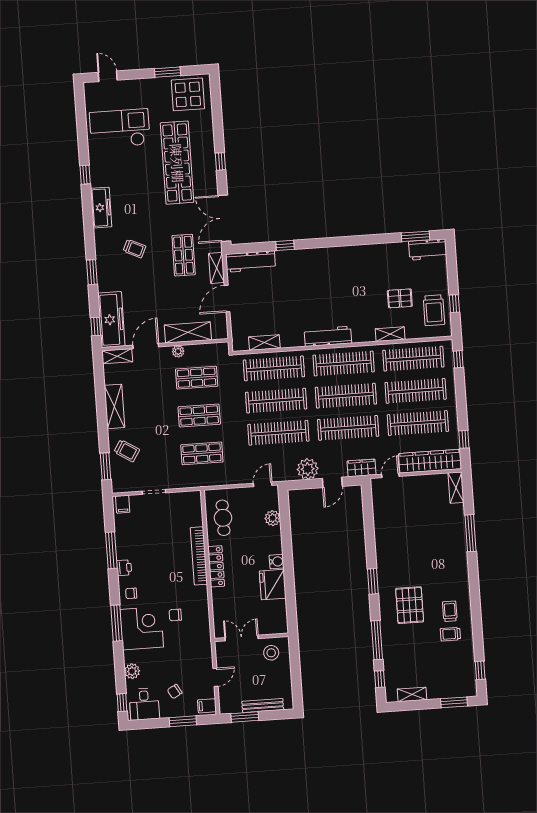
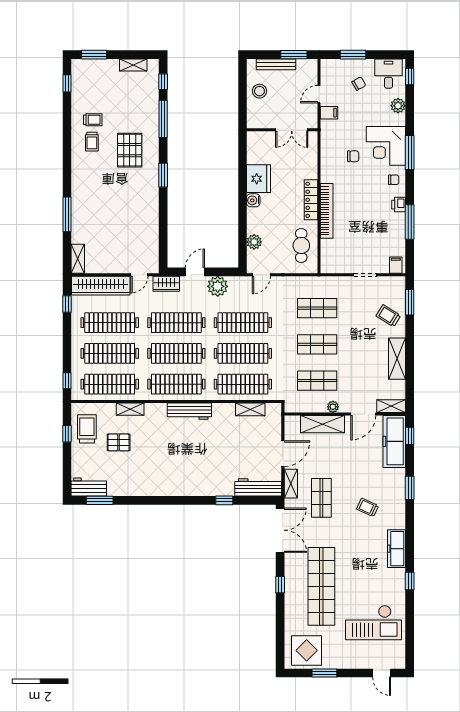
stool: (271, 653) -> (259, 91), moved
filing cabinet: (207, 706) -> (329, 113), moved

